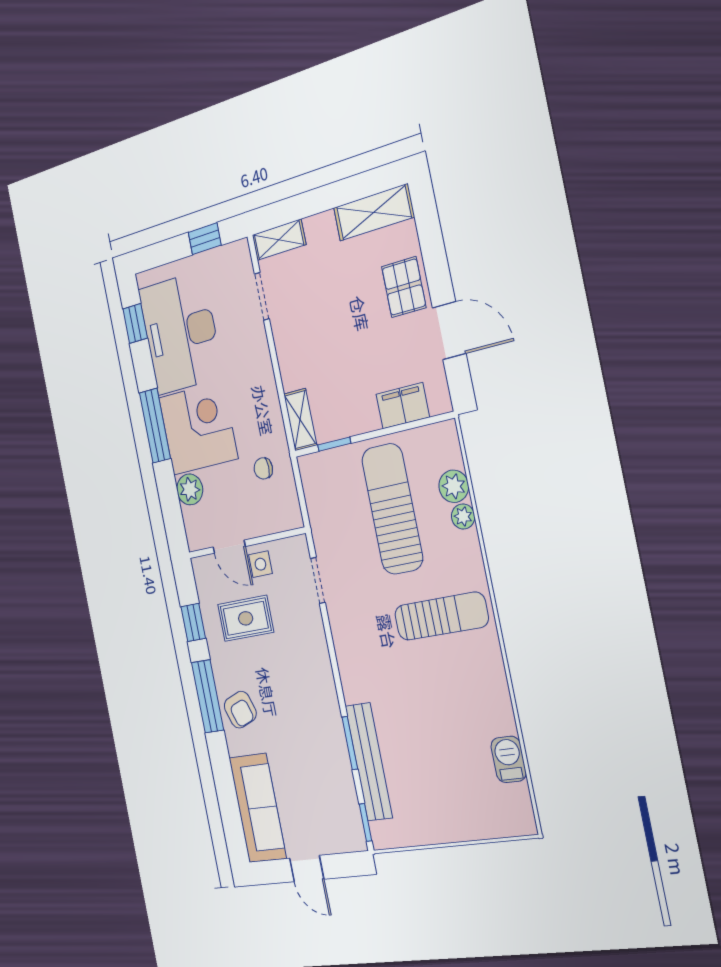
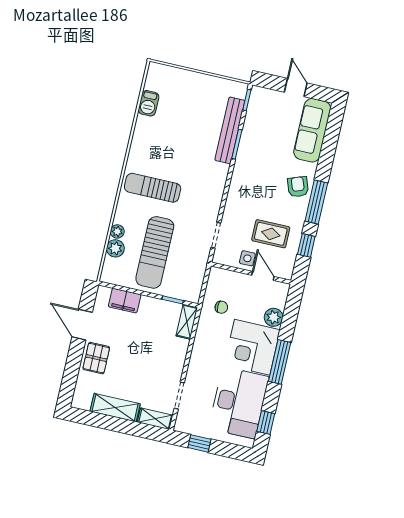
shelving: (374, 212) -> (115, 408), moved

